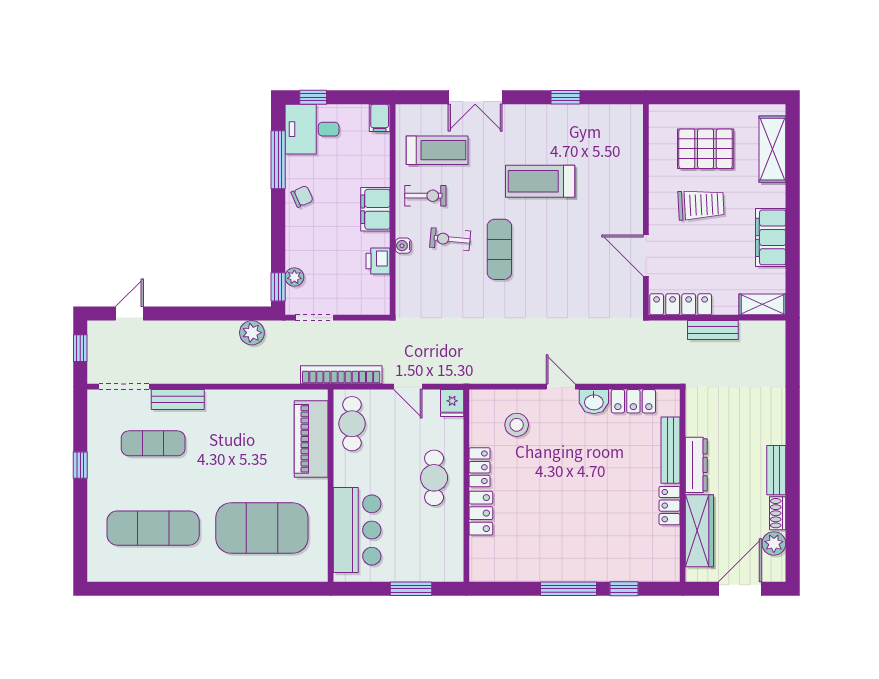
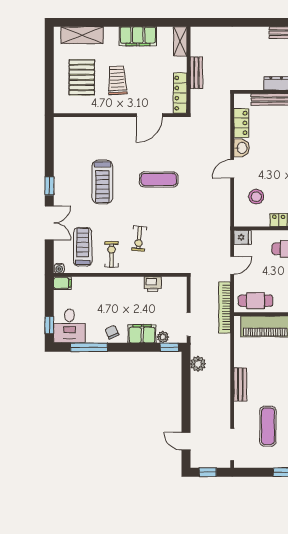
window: (566, 97) -> (49, 186), moved
filing cabinet: (375, 209) -> (142, 334), moved, turned 180
water cooler: (403, 246) -> (59, 268), moved
exercise mat: (499, 249) -> (159, 179), moved
bench: (178, 400) -> (240, 384), moved

